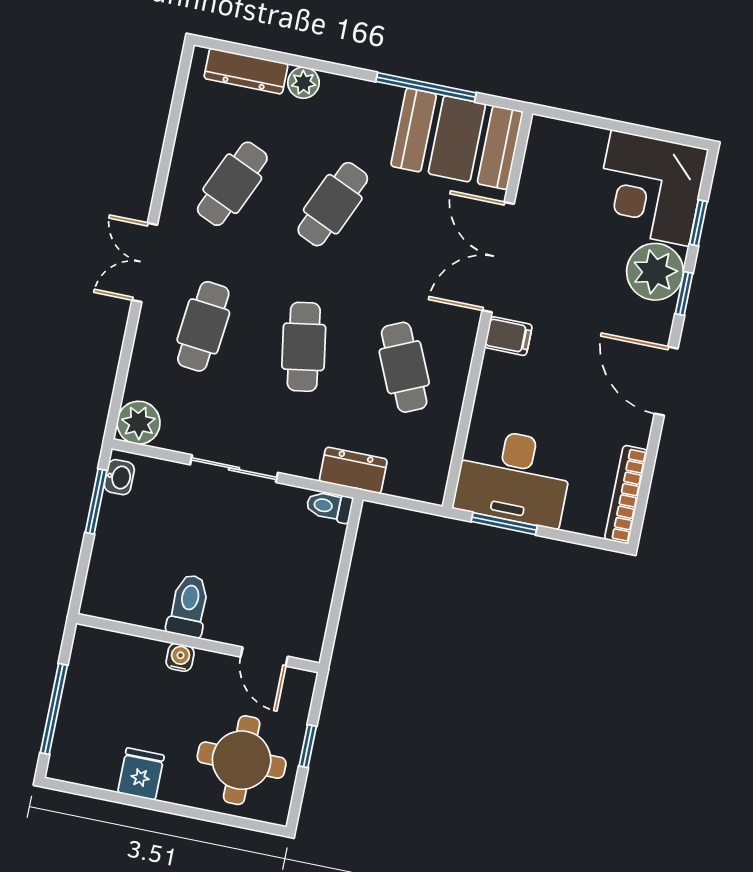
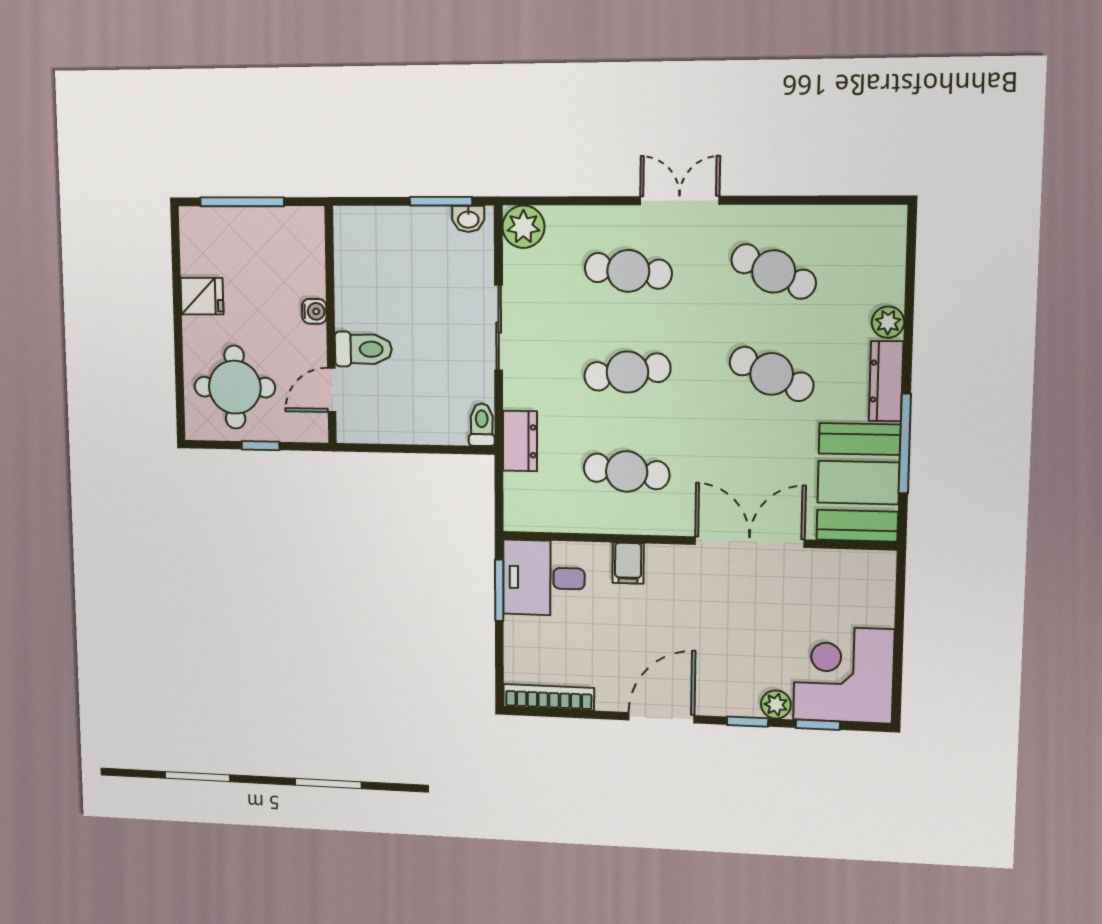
dresser: (246, 71) -> (886, 381), moved
plant: (655, 272) -> (776, 705), width x0.53, depth x0.53
filing cabinet: (508, 336) -> (628, 563), moved
cafe table: (404, 367) -> (627, 471), turned 30
desk: (514, 477) -> (544, 578), width x0.73
toilet: (189, 606) -> (363, 349), moved

